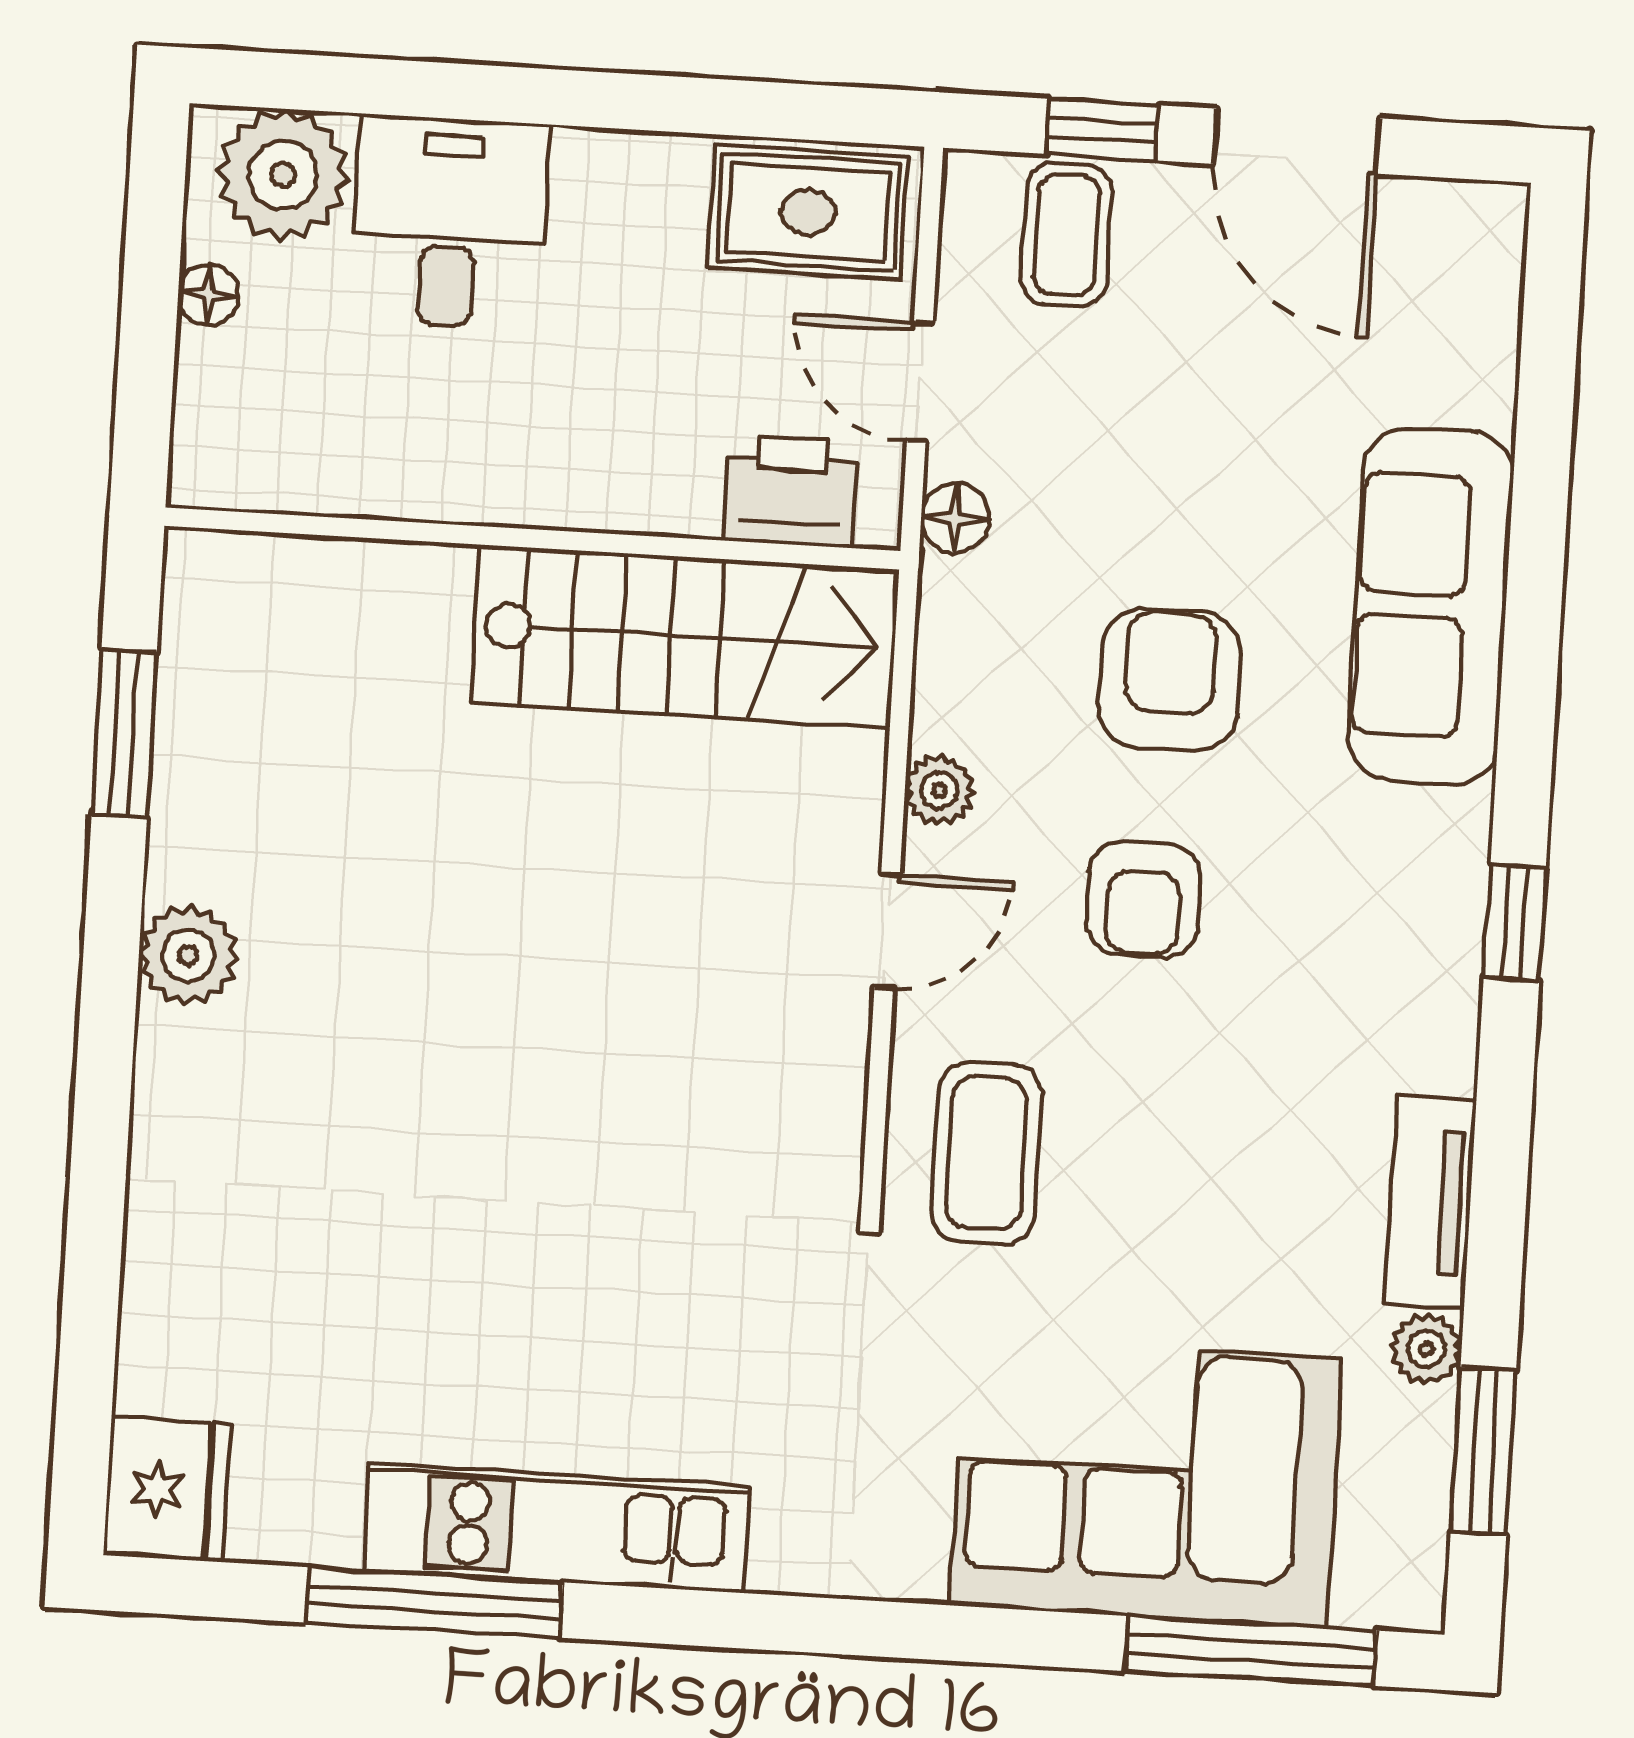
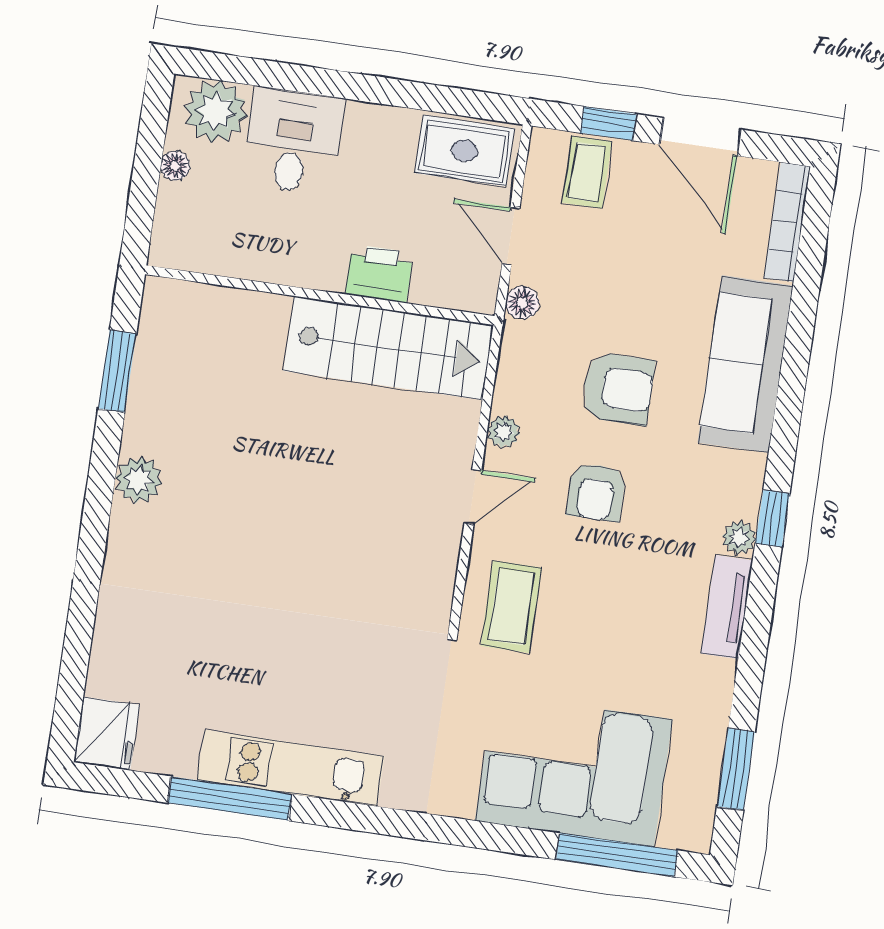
bookcase: (1493, 303) -> (787, 222), added
printer: (791, 491) -> (379, 274), moved
armchair: (1170, 680) -> (618, 389), turned 90
tv unit: (1431, 1202) -> (727, 607), moved
plant: (1426, 1349) -> (739, 538), moved

